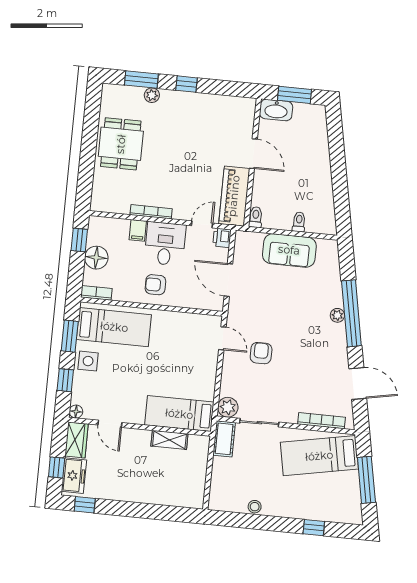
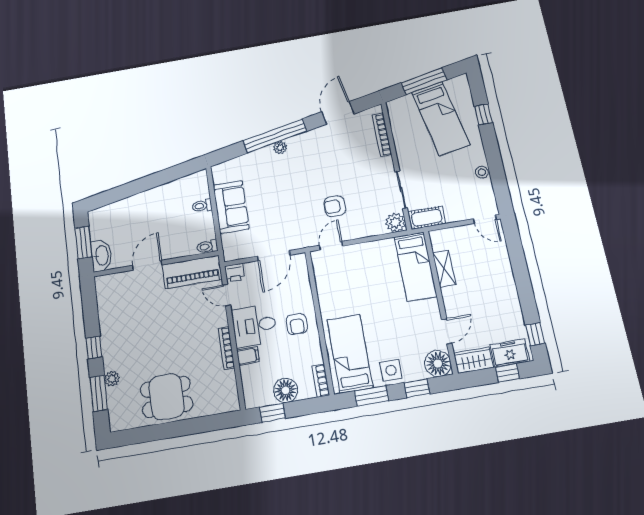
floor lamp: (76, 412) -> (438, 364), width x1.89, depth x1.89
bed: (319, 456) -> (441, 118), moved
door: (207, 494) -> (485, 219), added

